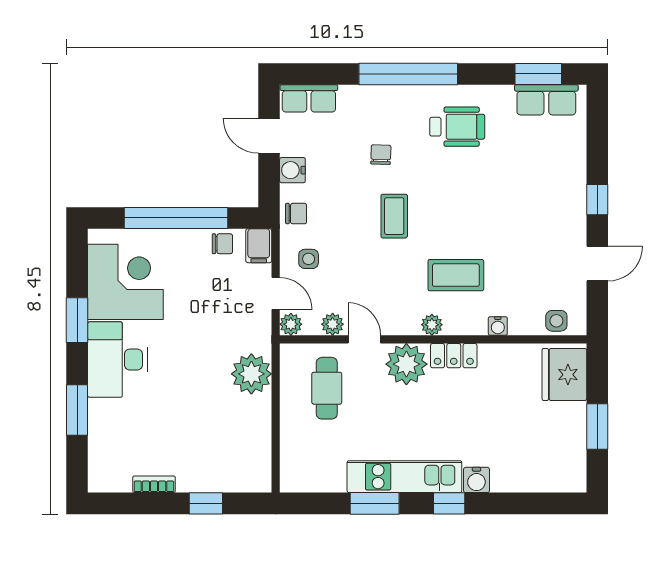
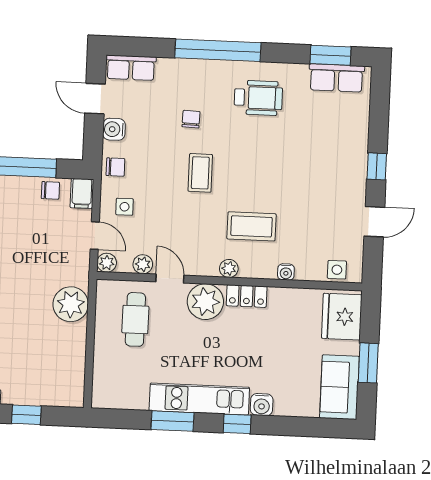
sofa: (565, 456) -> (339, 387), added

